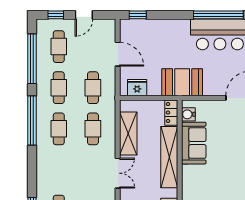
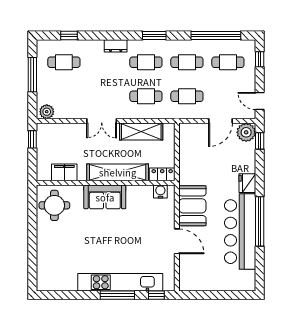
door: (84, 15) -> (260, 101), moved
plant: (129, 28) -> (246, 132), added
booth: (182, 82) -> (192, 206), moved
fridge: (137, 88) -> (247, 183), moved, turned 180
window: (32, 120) -> (154, 36), width x0.47
sofa: (194, 143) -> (105, 197), moved
dresser: (42, 159) -> (116, 46), added

